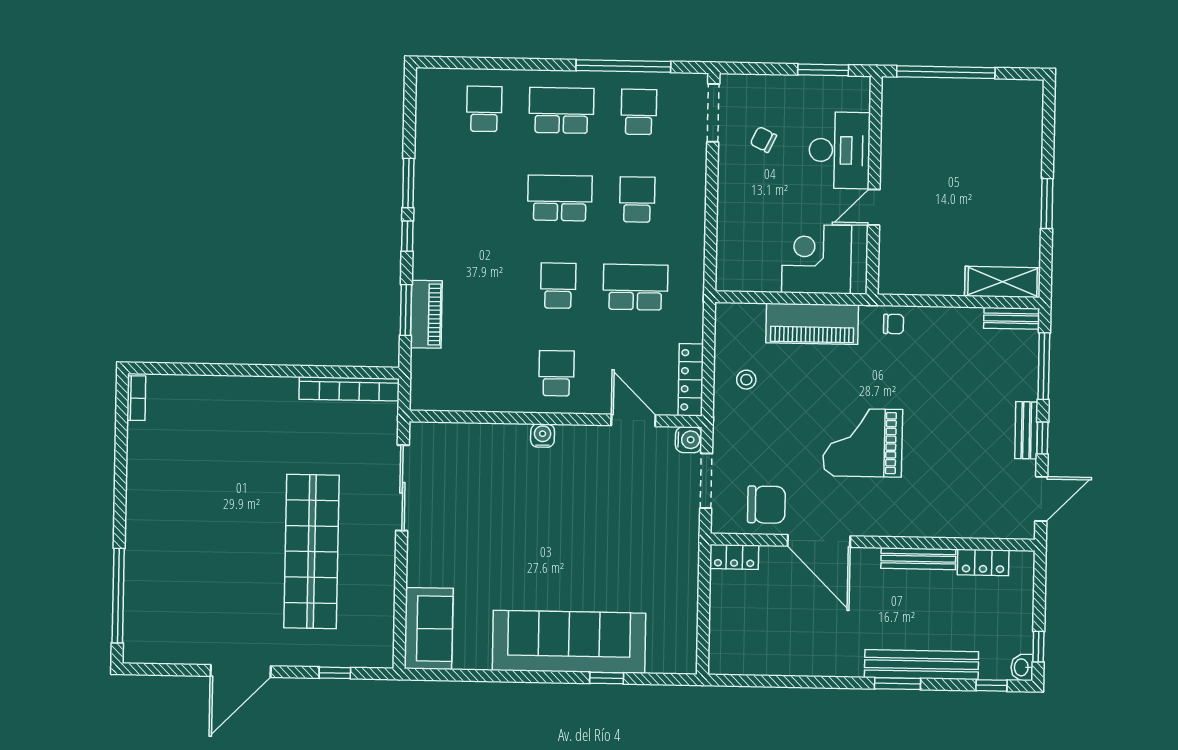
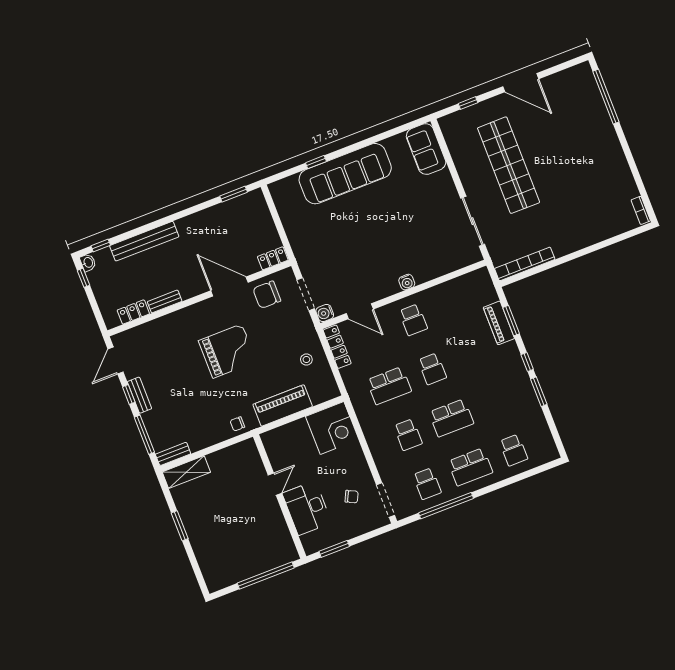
corner desk: (817, 259) -> (332, 428), moved
bench: (918, 559) -> (165, 301), width x0.73
door: (241, 671) -> (521, 83), swing flipped
window: (898, 684) -> (234, 194), moved

